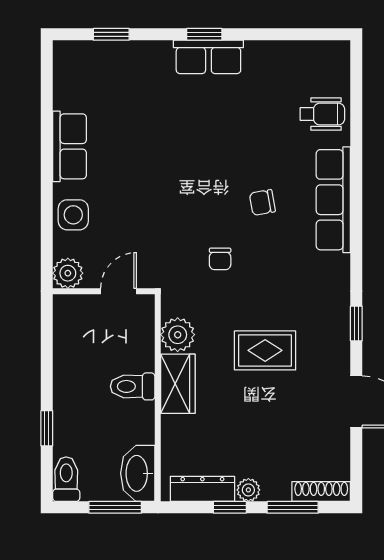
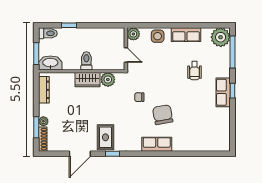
window: (111, 34) -> (233, 52), width x2.17
plant: (76, 63) -> (221, 37), added
wheelchair: (322, 114) -> (195, 71), moved
row of seats: (333, 200) -> (157, 144), width x0.68
chair: (262, 202) -> (163, 115), width x1.87, depth x1.87
rug: (265, 350) -> (105, 137), moved
plant: (248, 490) -> (43, 121), moved
window: (230, 507) -> (36, 101), removed

